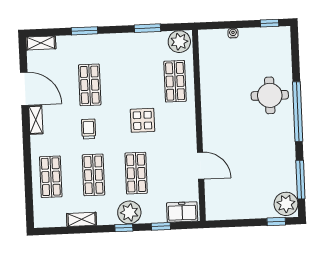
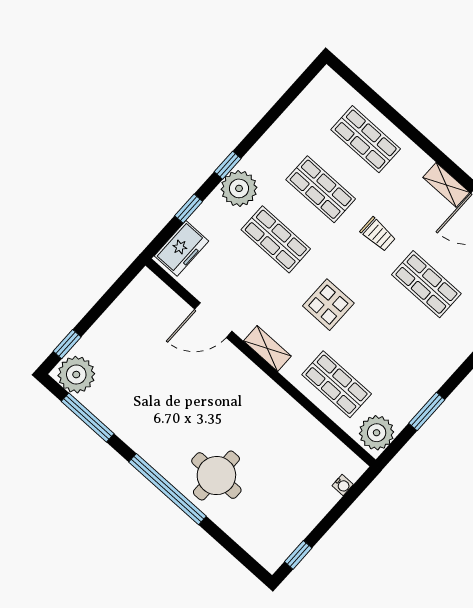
water cooler: (233, 33) -> (343, 485), moved
shelving: (82, 219) -> (267, 348), moved, turned 90

